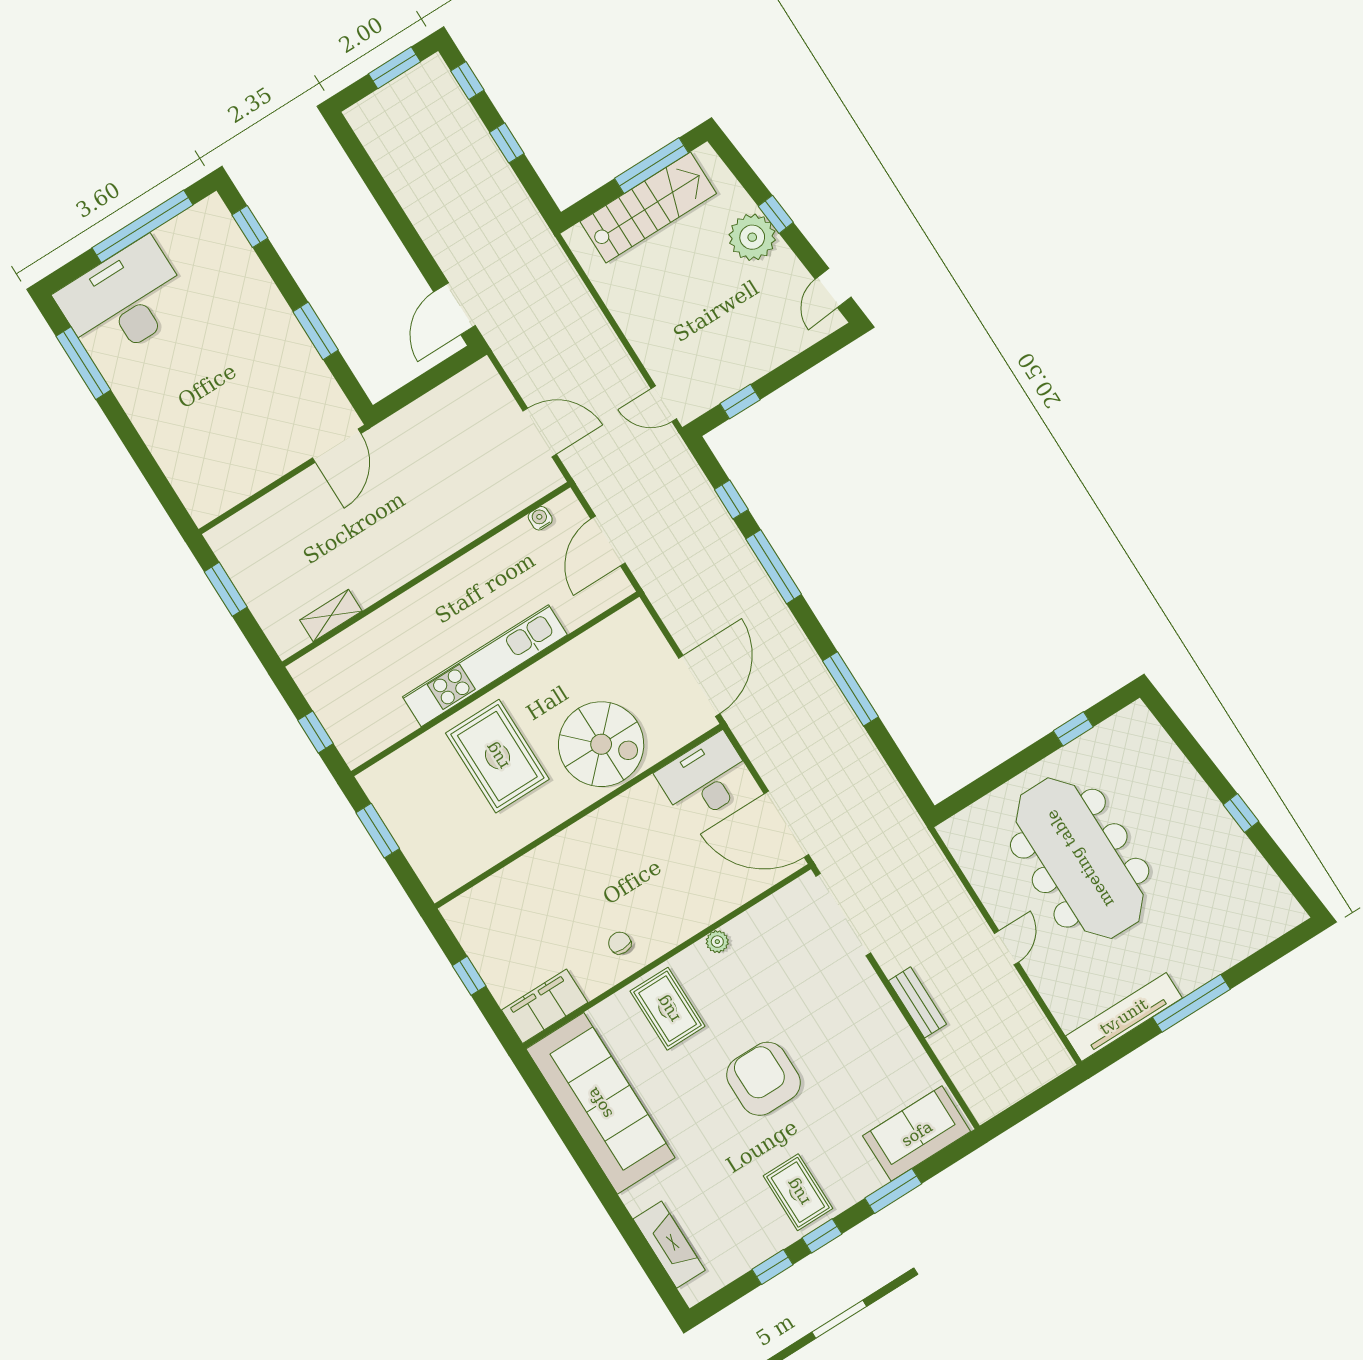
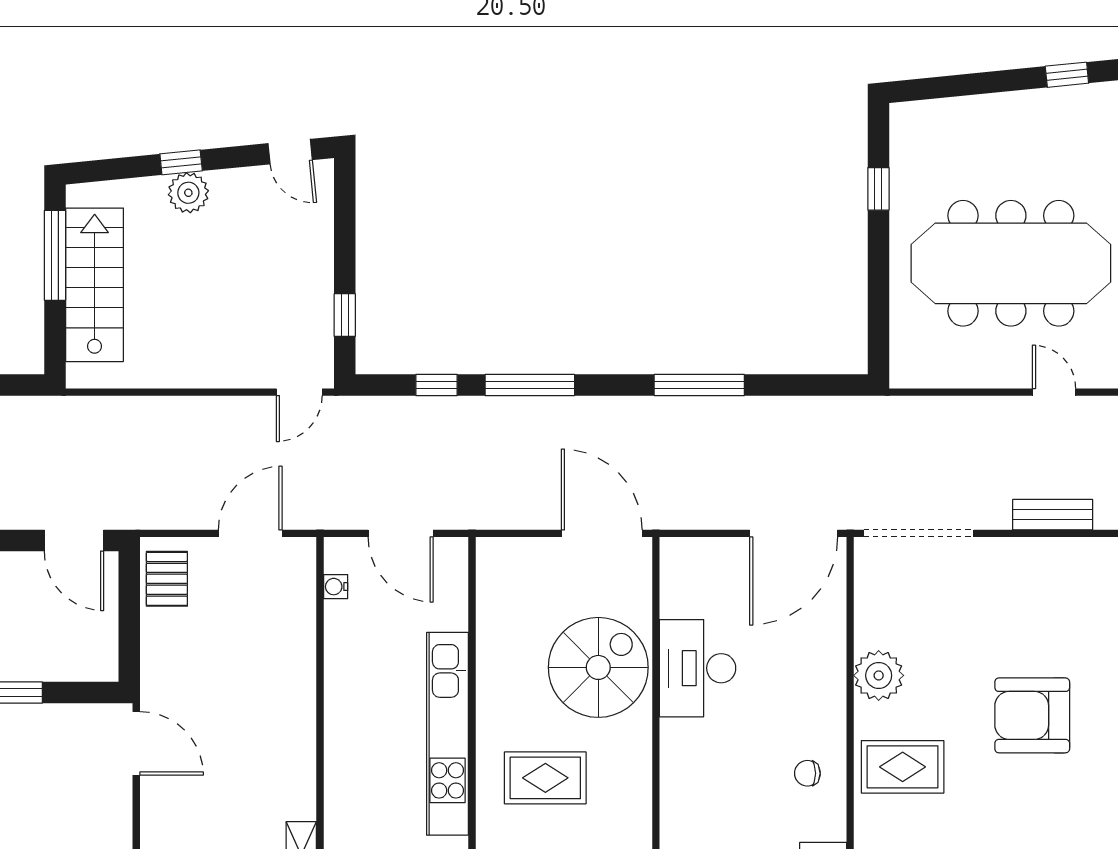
plant: (752, 237) -> (188, 193), width x0.73, depth x0.73
pallet: (469, 393) -> (167, 579), added
rug: (497, 756) -> (545, 778), width x0.73, depth x0.70
desk: (705, 779) -> (698, 668), moved
plant: (717, 942) -> (879, 675), width x1.88, depth x1.88

